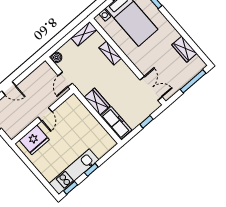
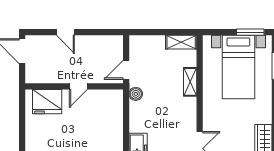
boiler: (56, 57) -> (136, 94), moved
wardrobe: (97, 102) -> (138, 117), removed

